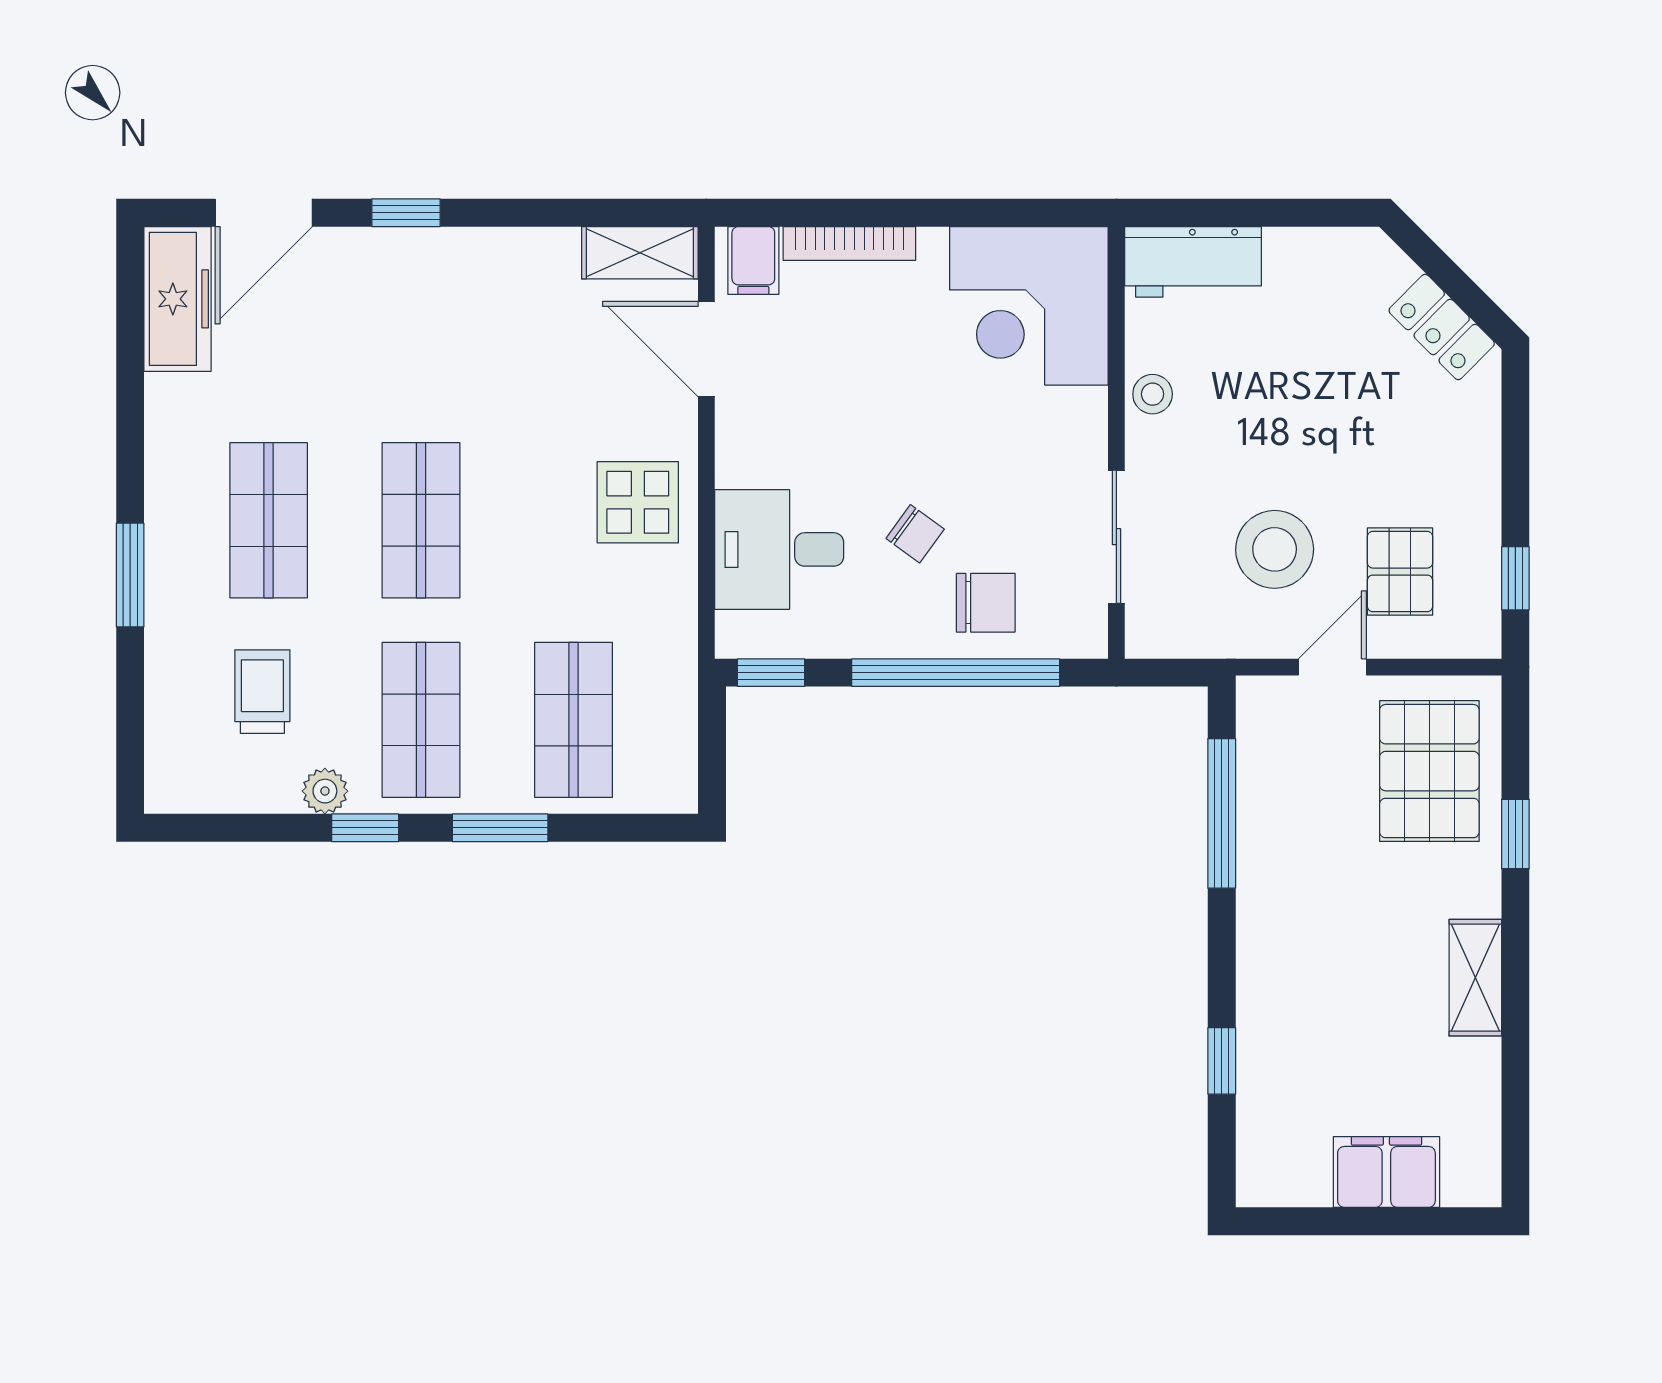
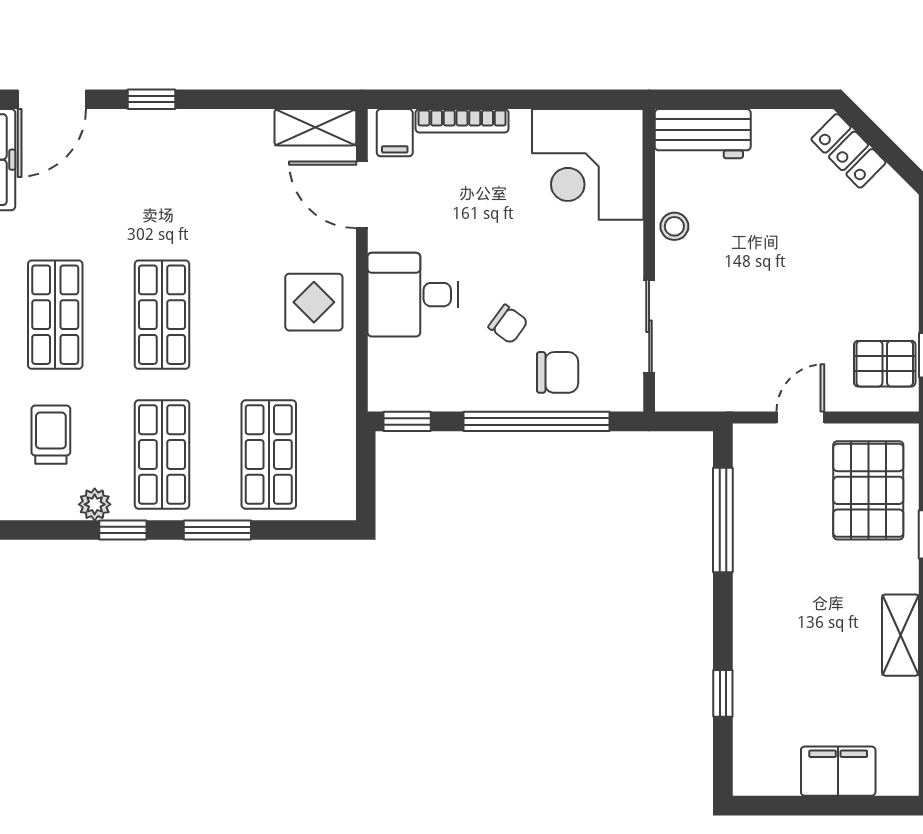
locker: (1442, 327) -> (848, 151), moved
desk: (779, 549) -> (413, 295), moved
stool: (1275, 549) -> (760, 335), removed
pallet: (1400, 572) -> (885, 364), moved, turned 90

